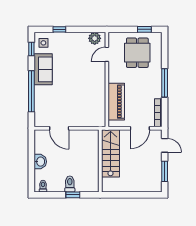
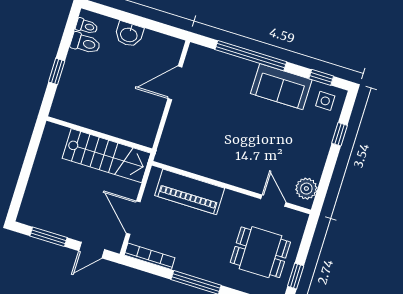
toilet: (70, 184) -> (85, 43), moved

